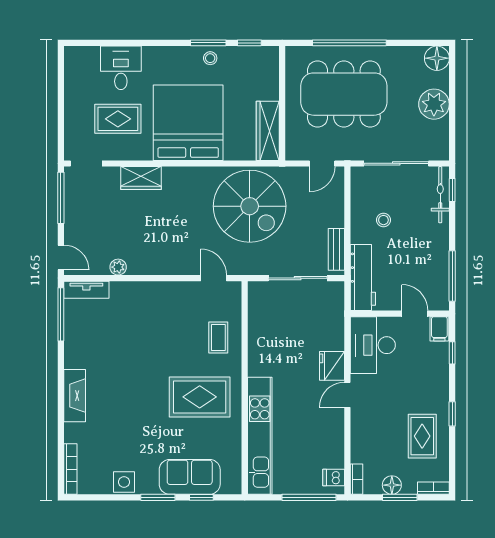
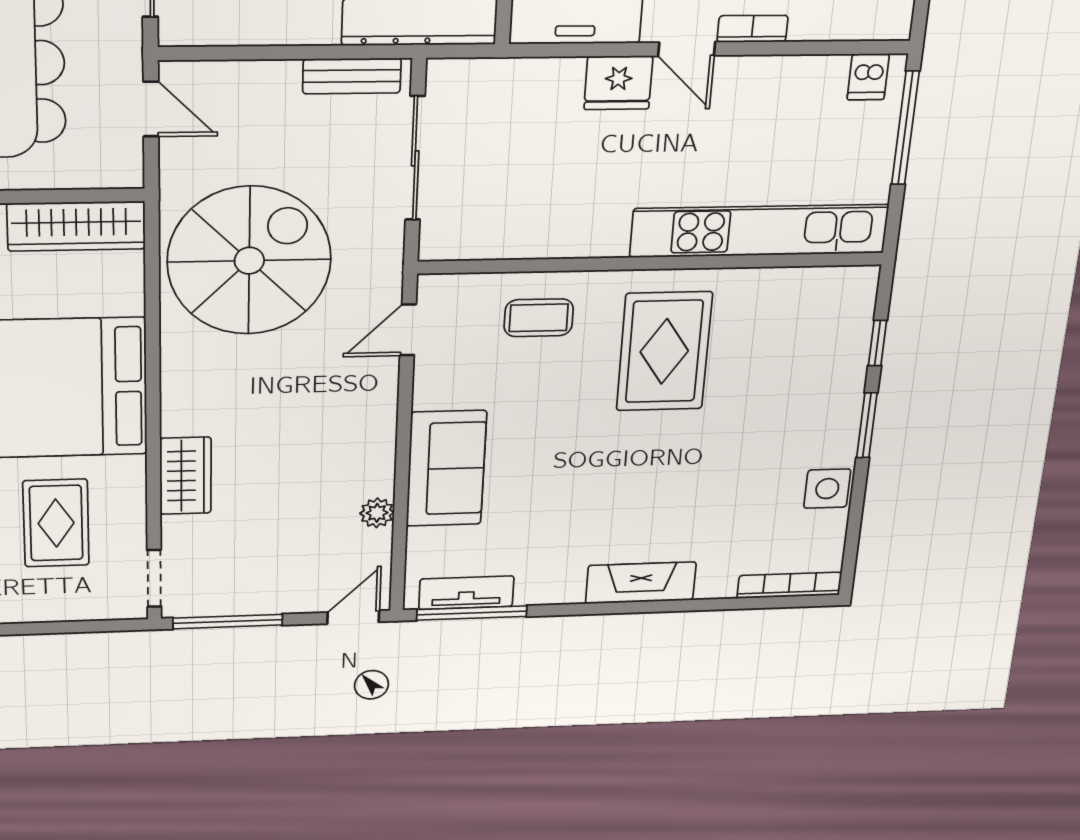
tv unit: (86, 290) -> (466, 593), moved, turned -90
sofa: (190, 477) -> (446, 469), moved, turned 180
bookcase: (356, 479) -> (752, 29), moved

